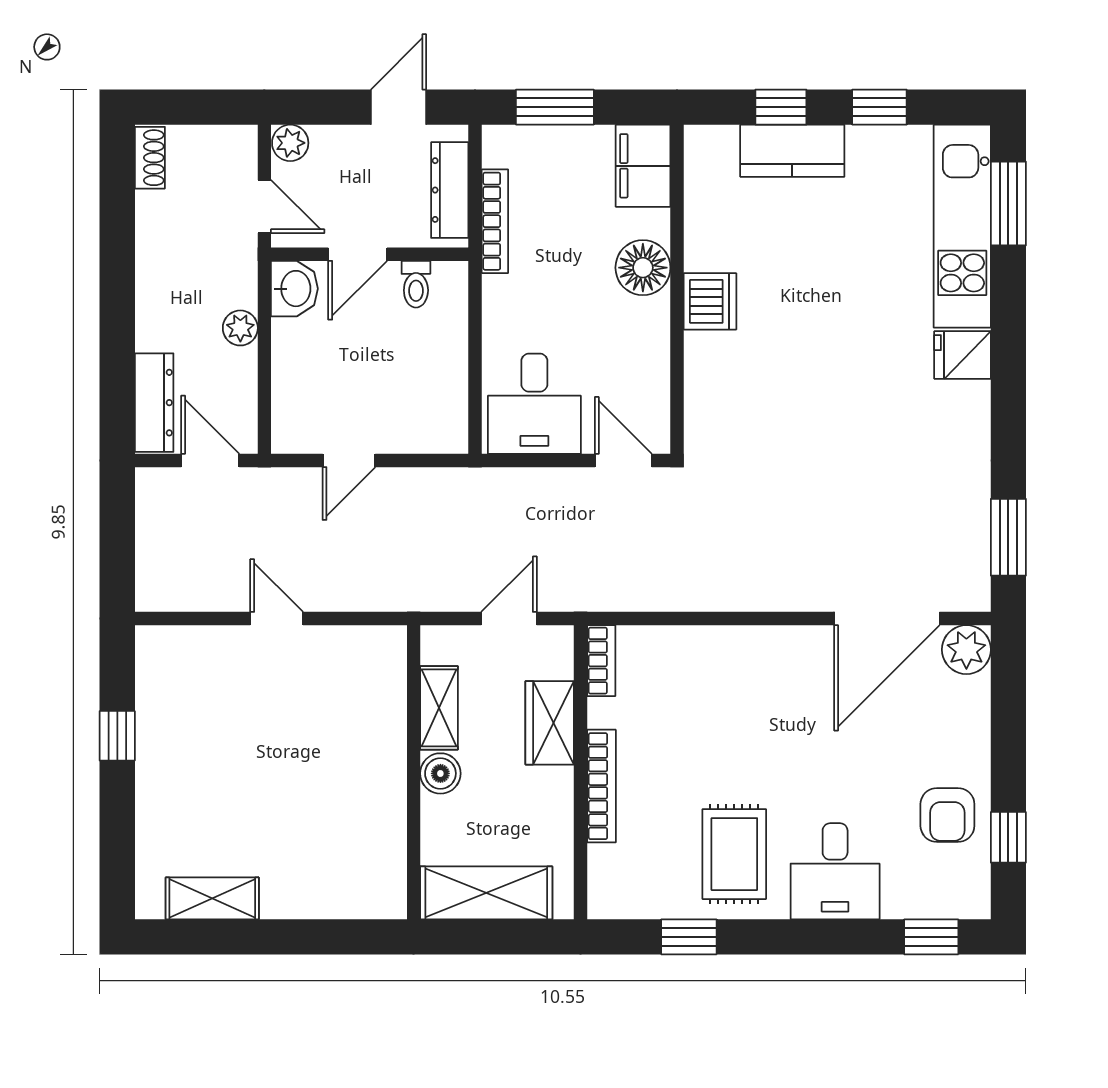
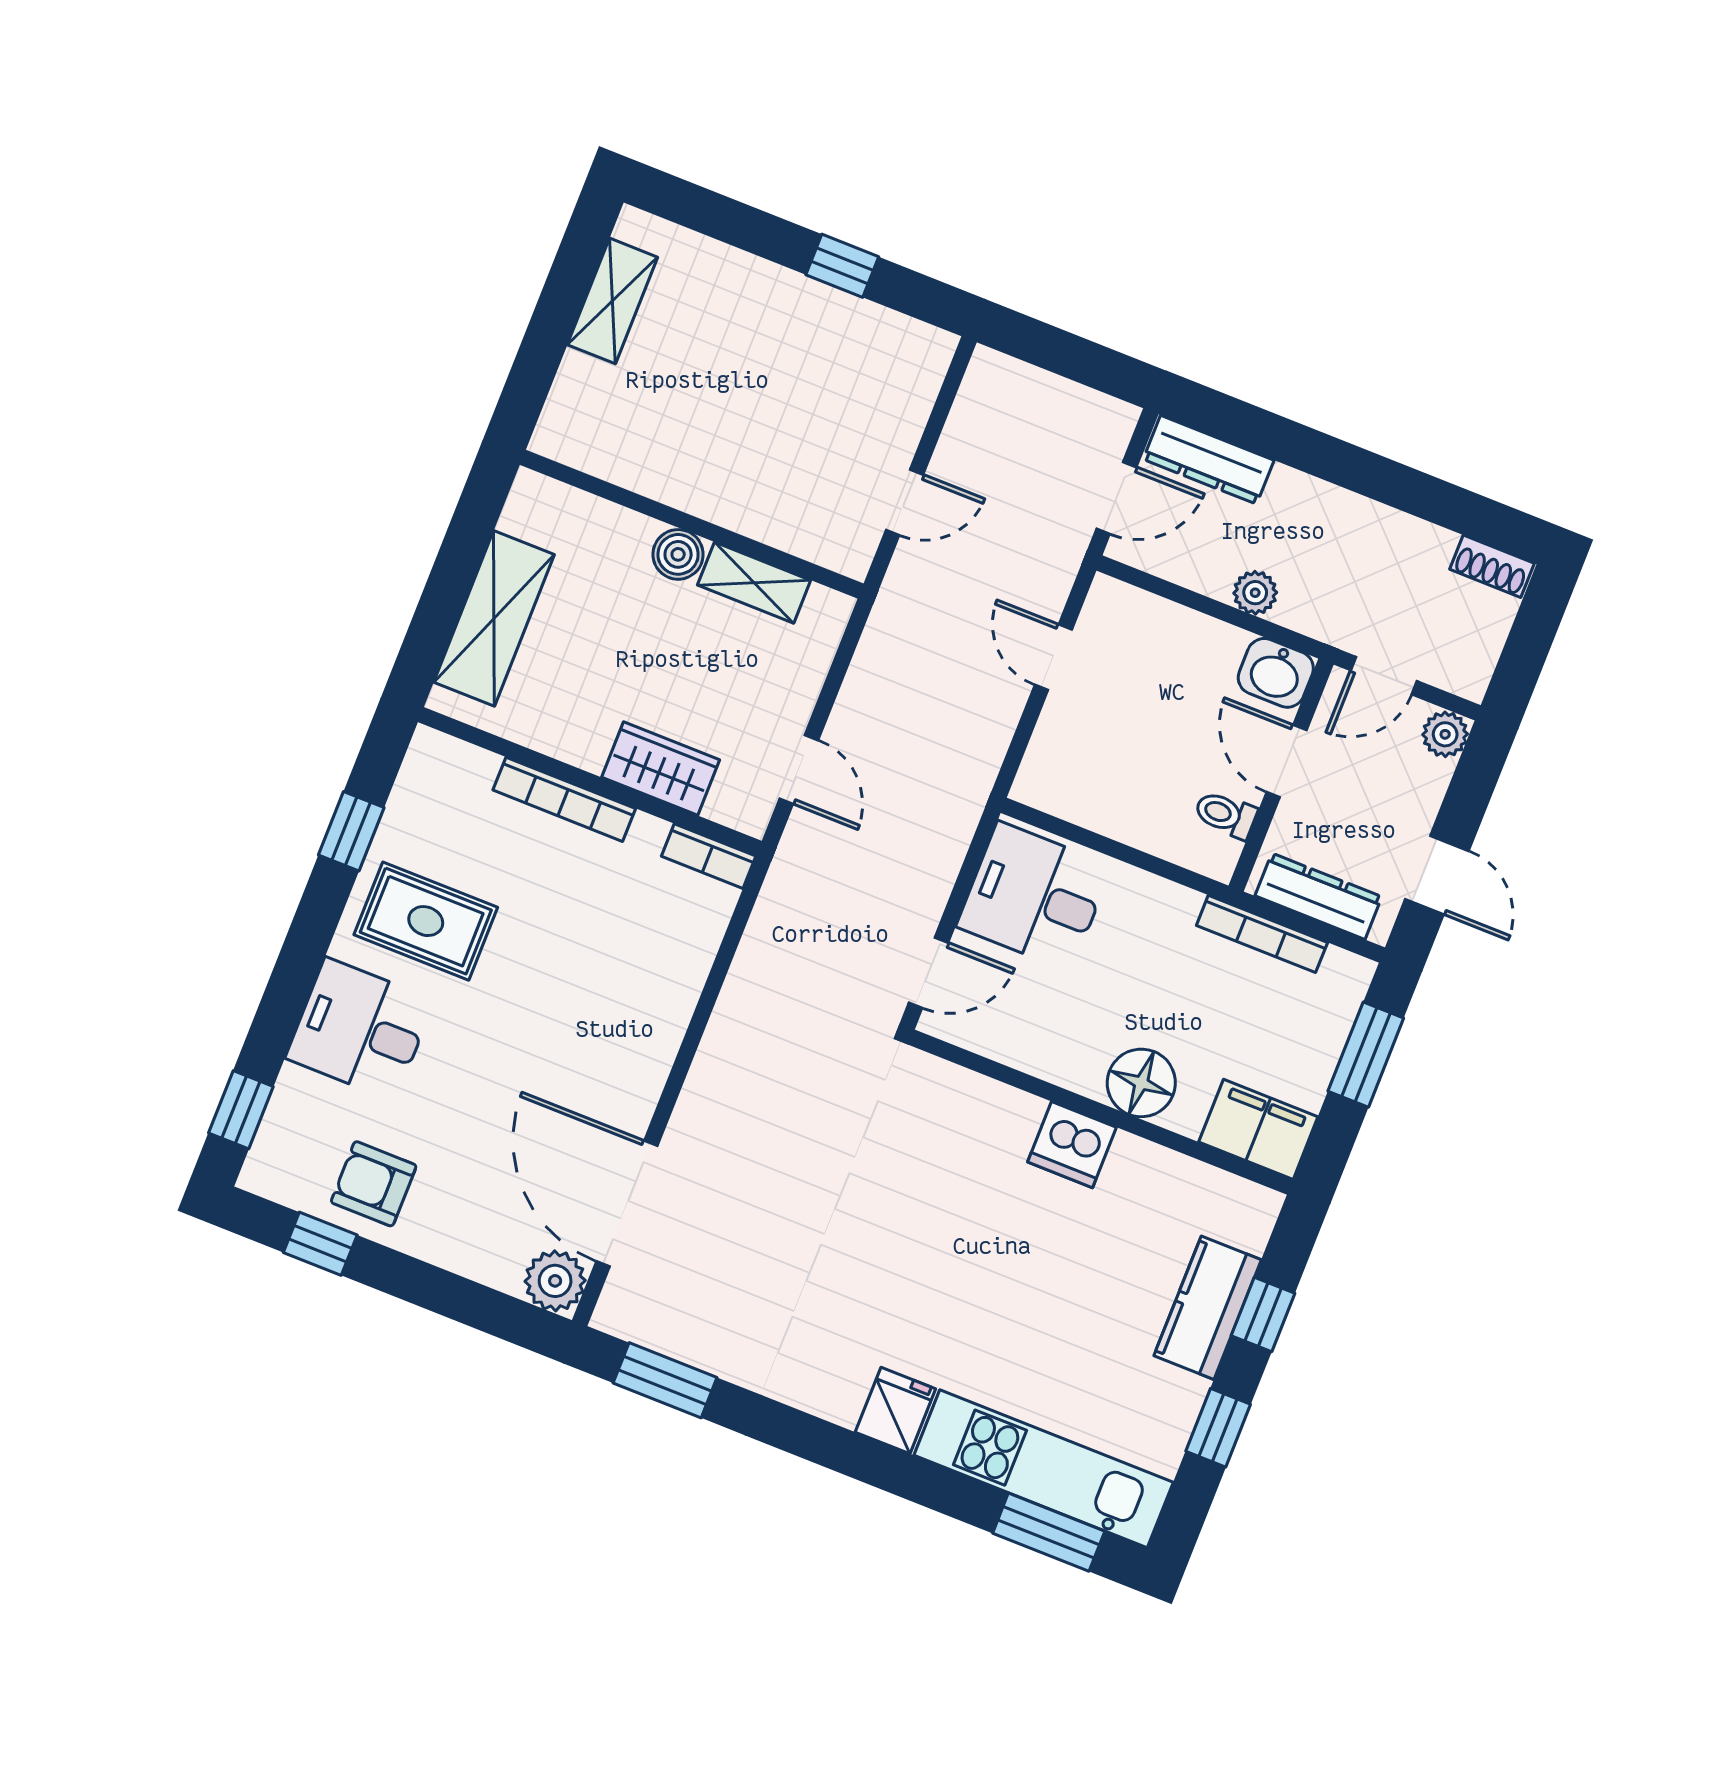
shelving: (439, 708) -> (754, 583), moved
wall: (414, 772) -> (692, 524), moved
boiler: (440, 773) -> (678, 554), moved

